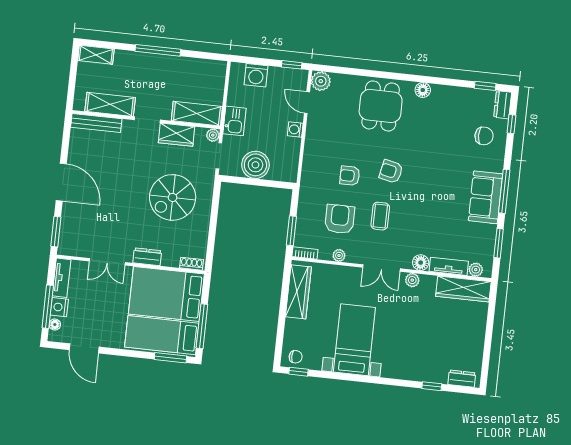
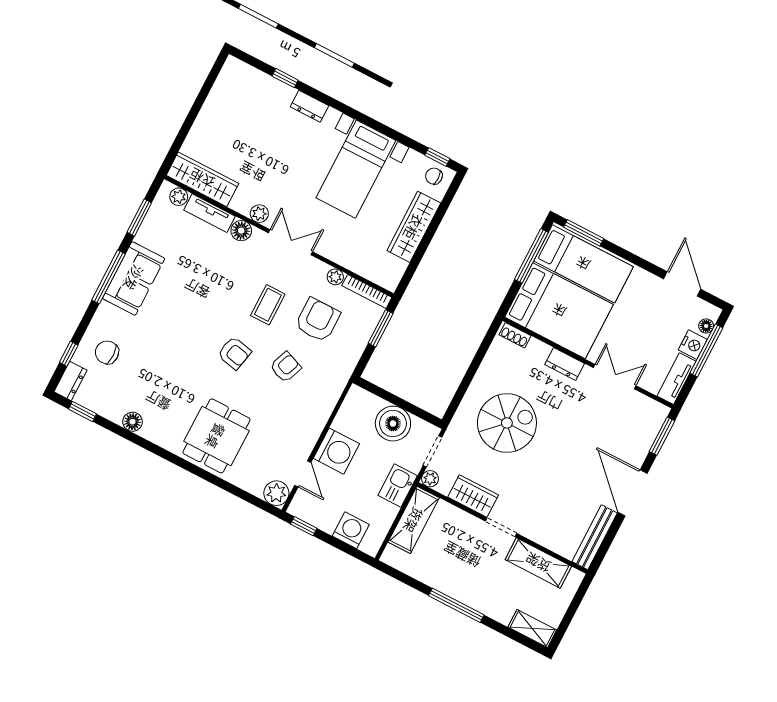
floor lamp: (423, 90) -> (132, 422), moved
shelving: (197, 114) -> (414, 520), moved, turned 90
bench: (96, 123) -> (595, 537), moved, turned 90
washing machine: (295, 129) -> (336, 451), width x1.89, depth x1.89
armchair: (350, 176) -> (286, 367), turned -69
armchair: (340, 219) -> (318, 320), turned 180
bookcase: (305, 253) -> (367, 291), width x1.56
wardrobe: (298, 292) -> (414, 227), moved
dresser: (462, 379) -> (310, 106), moved

